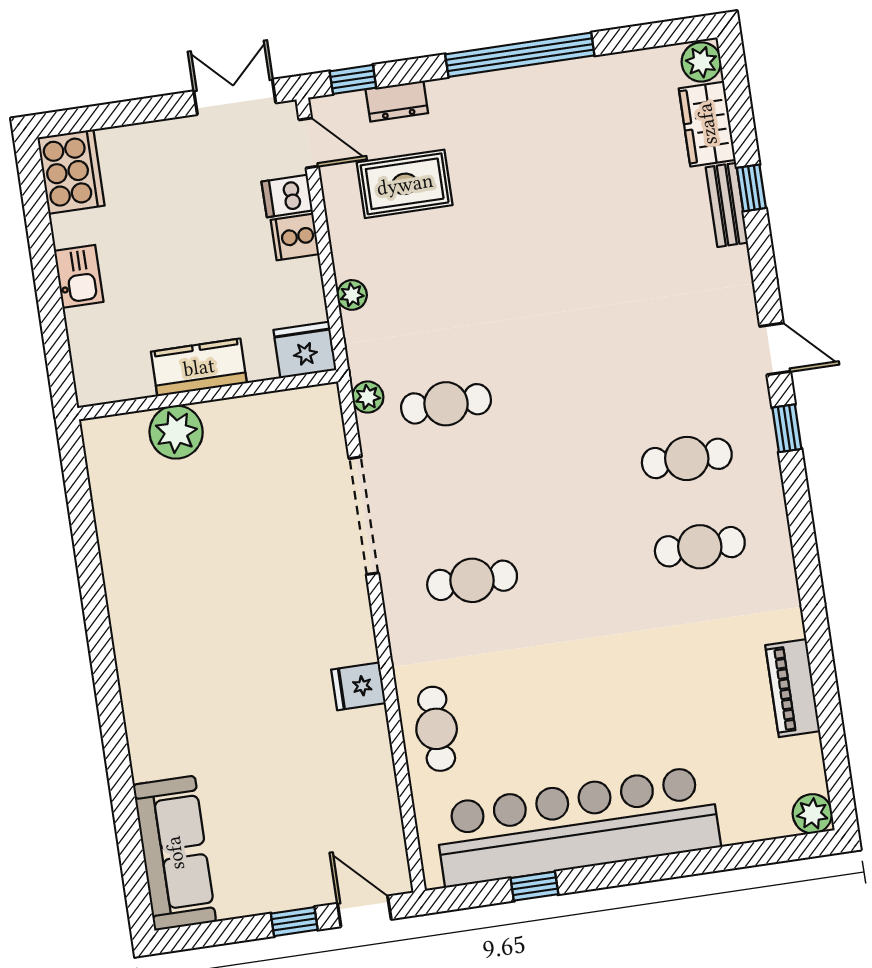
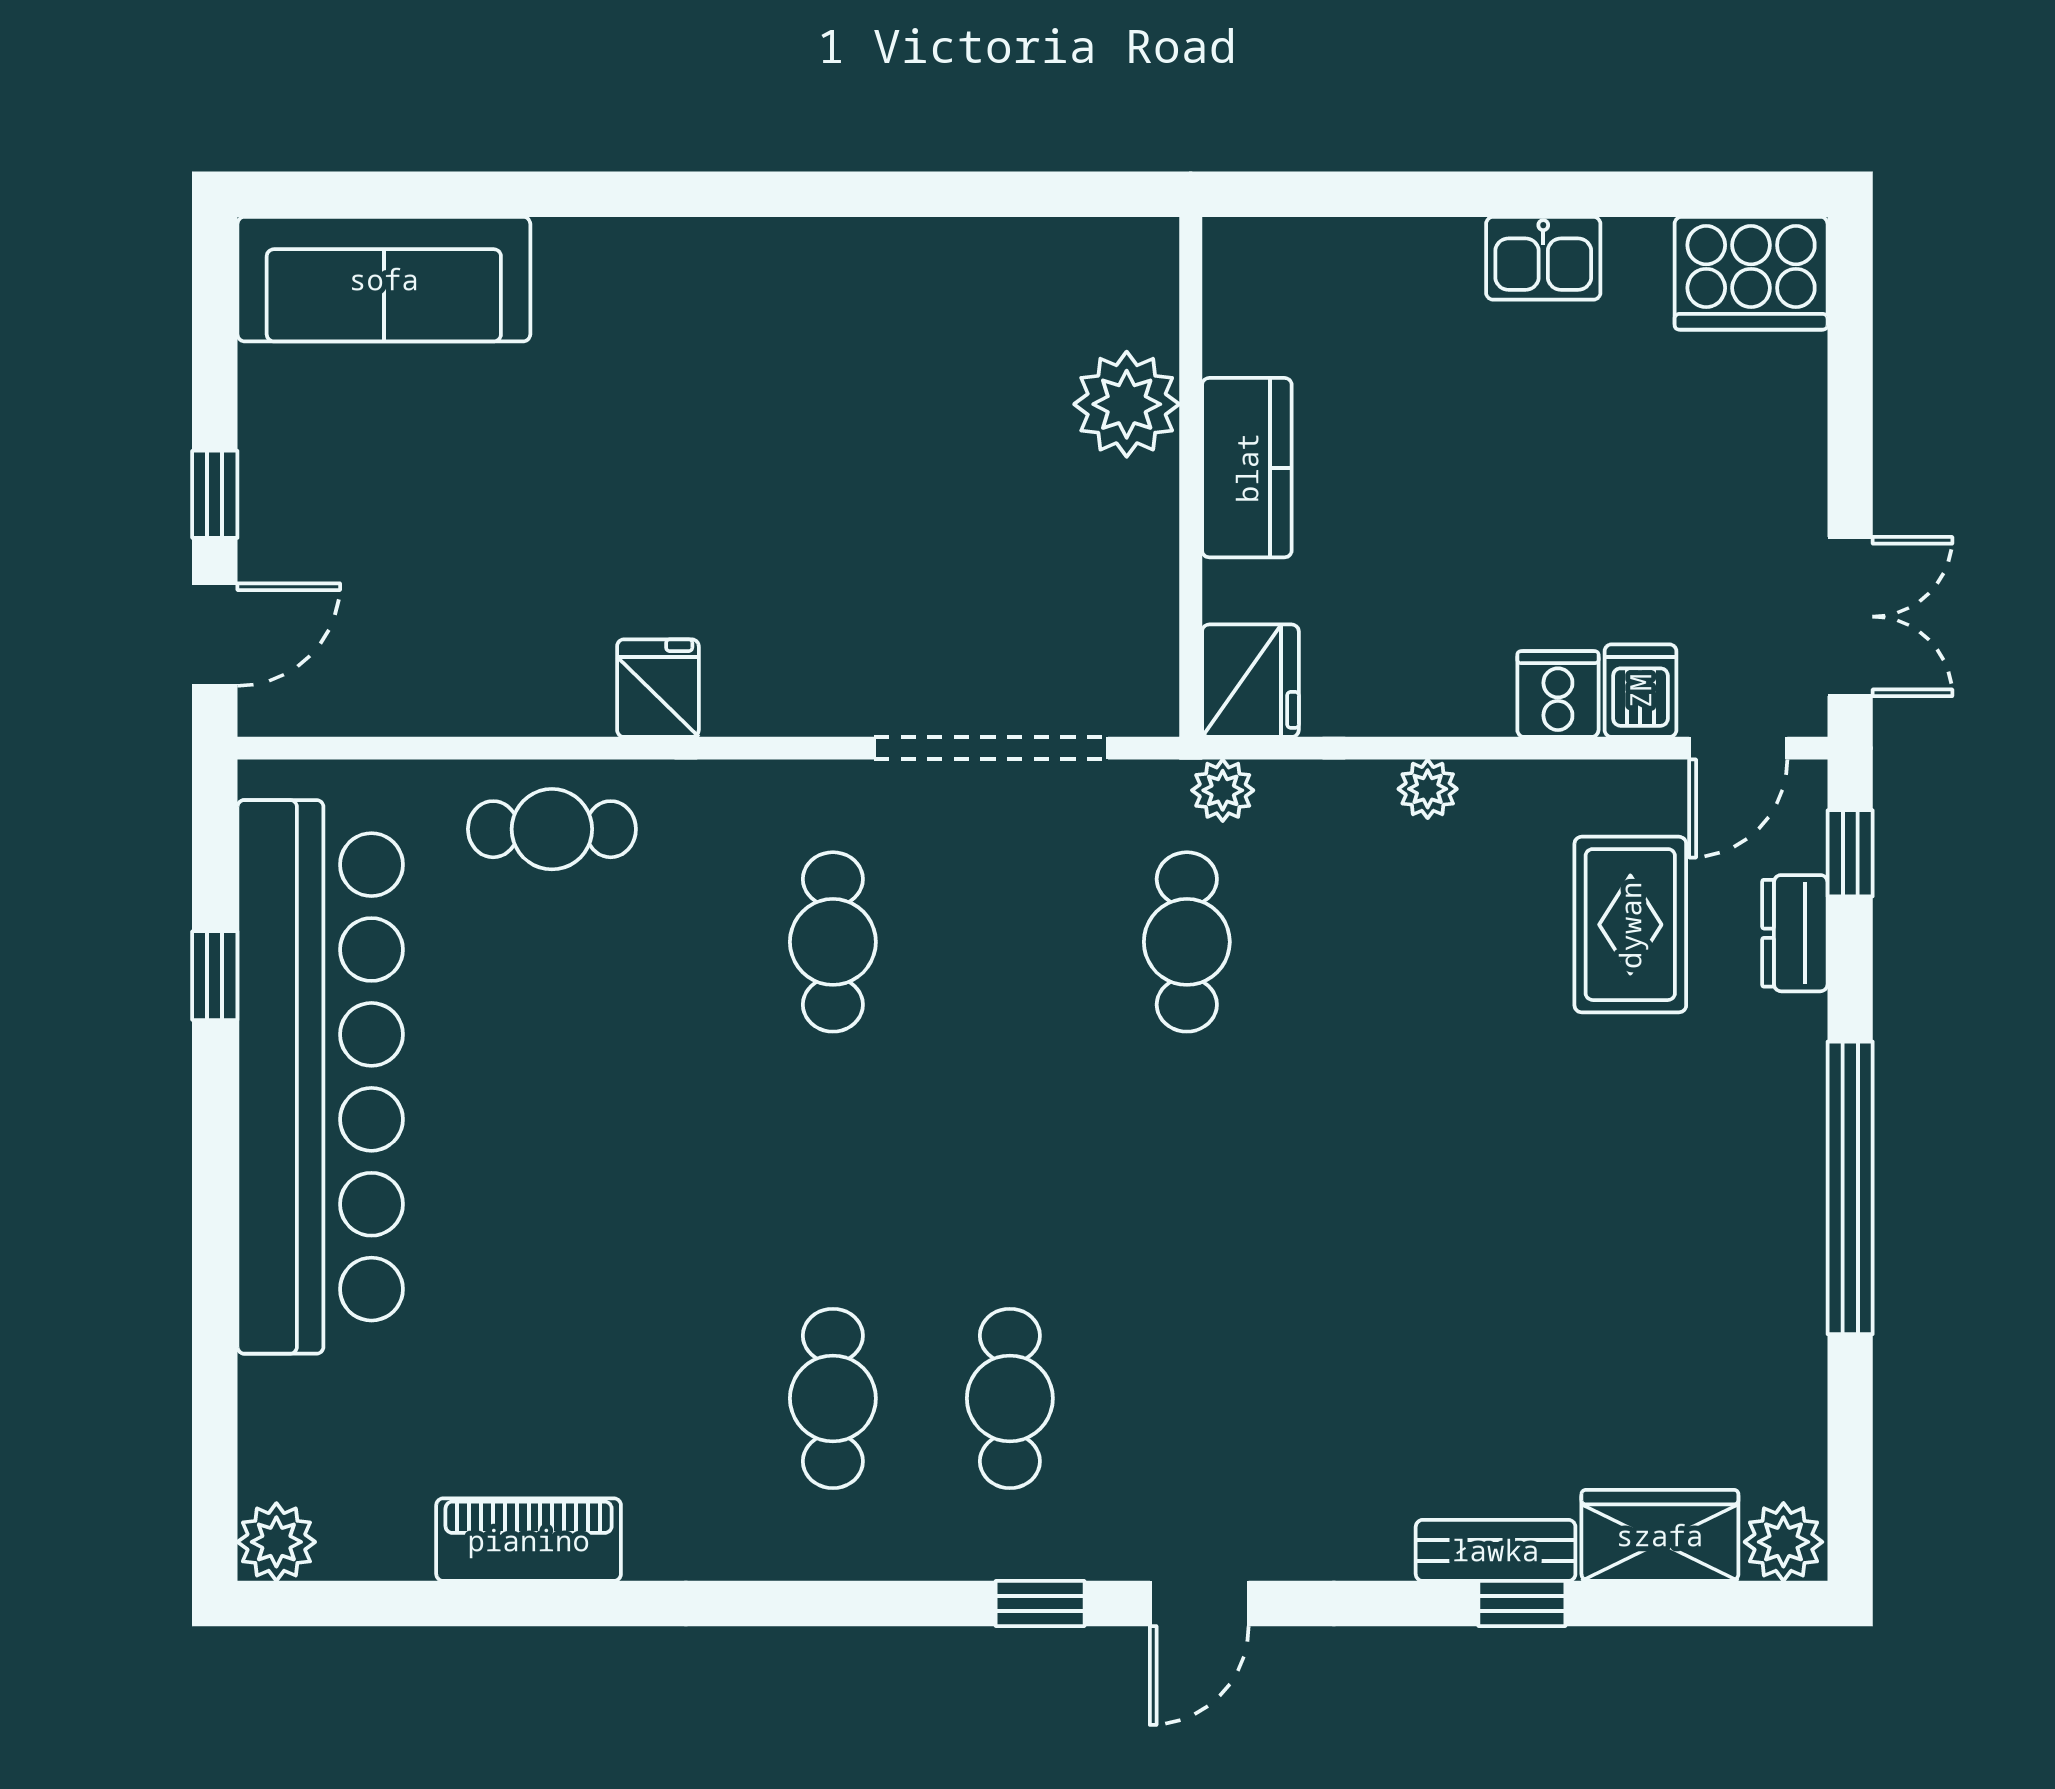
fridge: (305, 350) -> (1250, 681), moved
kitchen counter: (199, 367) -> (1247, 468), moved
wall: (208, 395) -> (1191, 477), moved
plant: (176, 432) -> (1127, 404), moved

